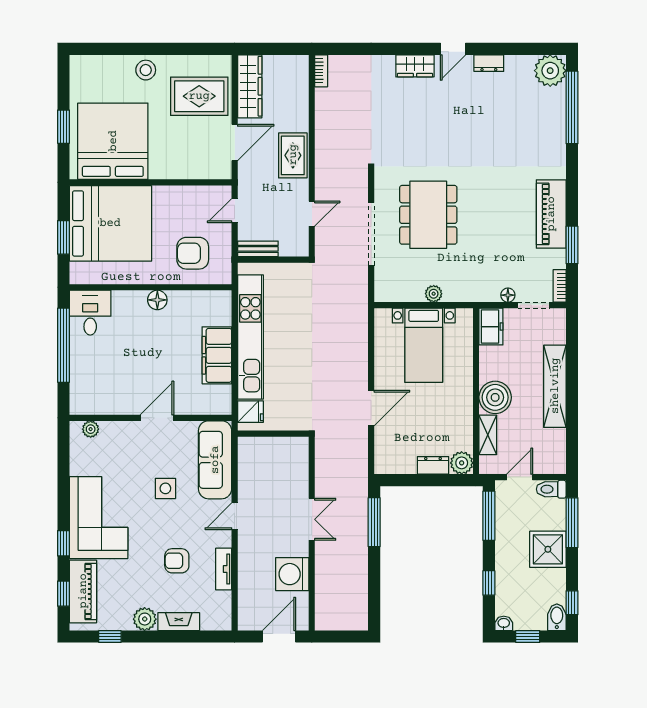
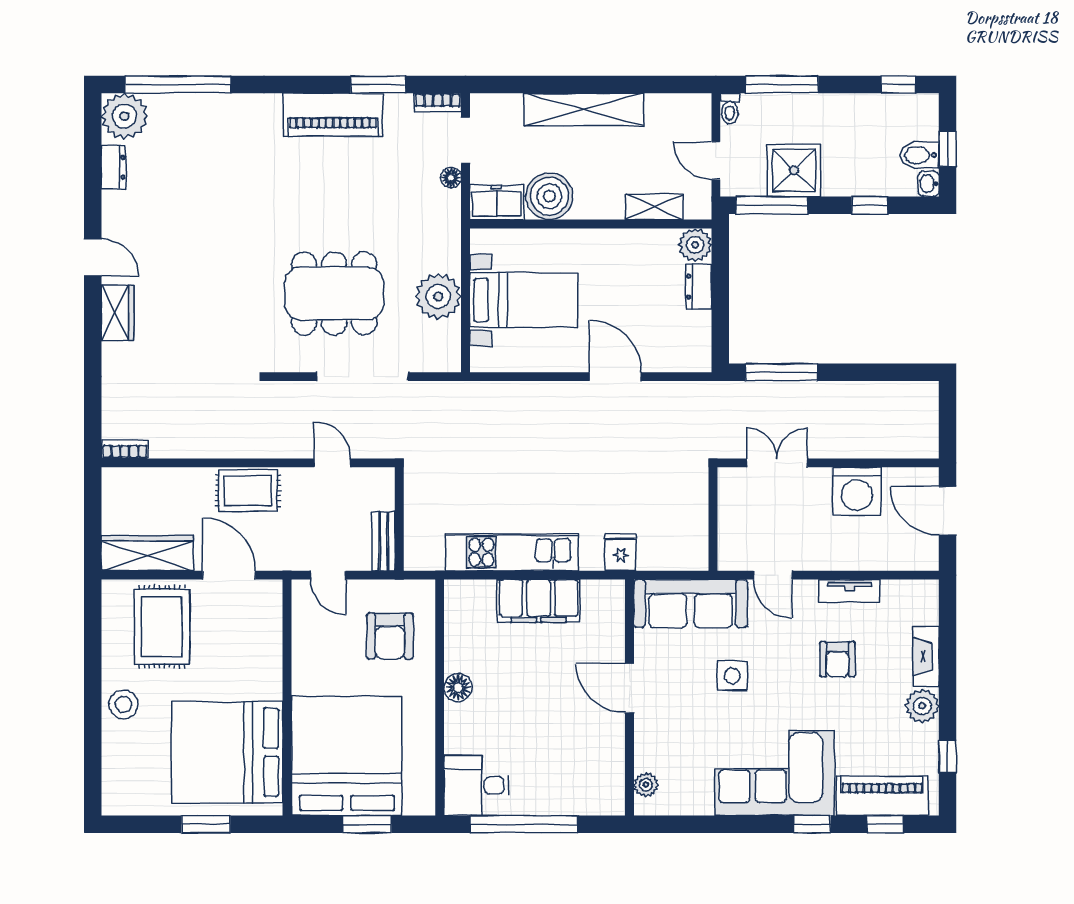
dresser: (489, 63) -> (114, 167), moved
plant: (434, 294) -> (438, 296), width x1.87, depth x1.87
kitchen unit: (250, 337) -> (512, 552), width x0.73
boiler: (495, 397) -> (549, 196), moved
wall: (273, 434) -> (713, 519), moved
toilet: (551, 489) -> (730, 109), width x0.73, depth x0.72
shower: (548, 549) -> (794, 170), moved
bidet: (557, 617) -> (920, 155), moved

